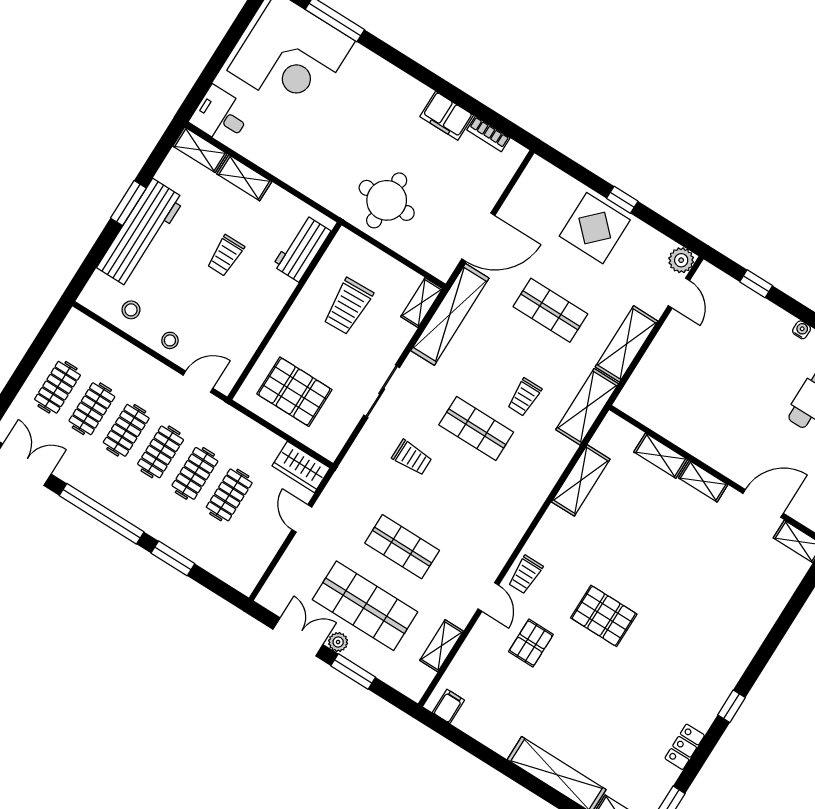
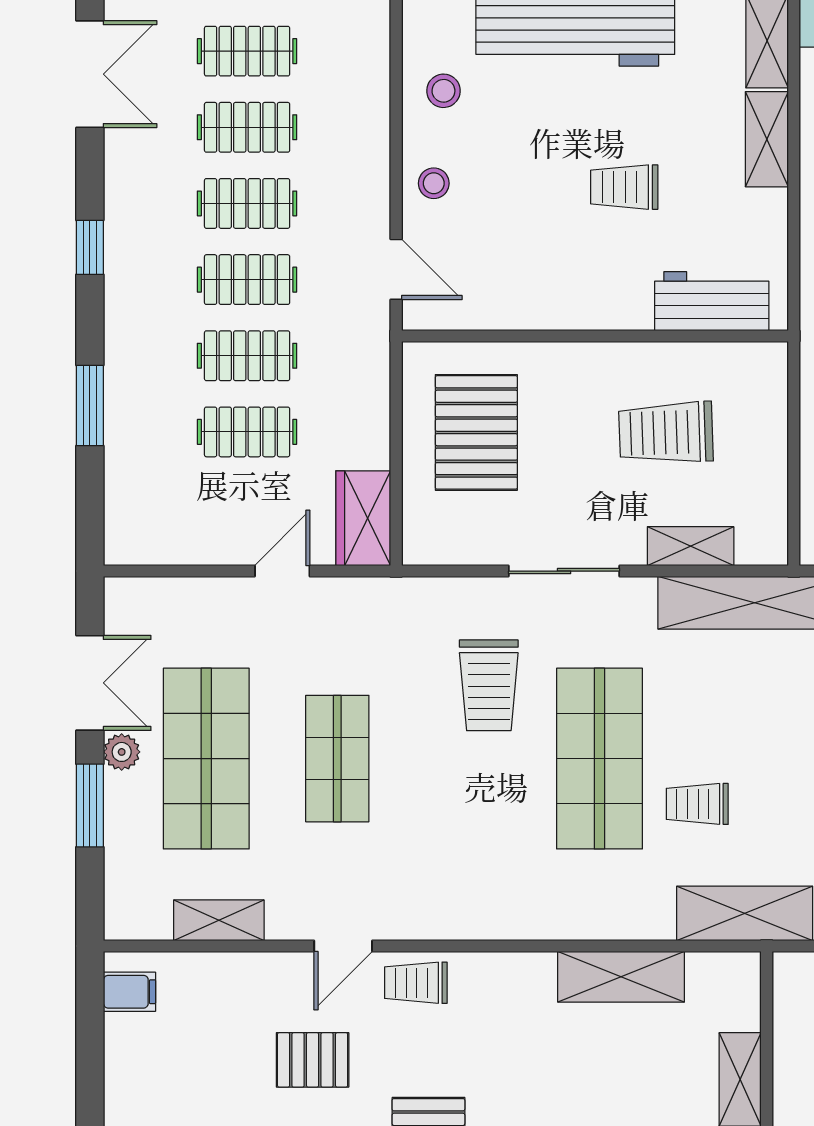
shelving: (422, 303) -> (691, 546), moved
shop shelf: (476, 428) -> (599, 759), width x1.43, depth x1.36
trolley: (412, 458) -> (489, 685), width x1.36, depth x1.39
window: (102, 514) -> (90, 247), width x0.32

